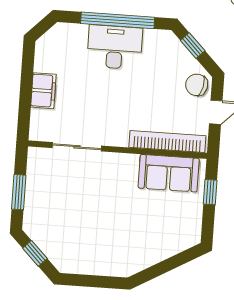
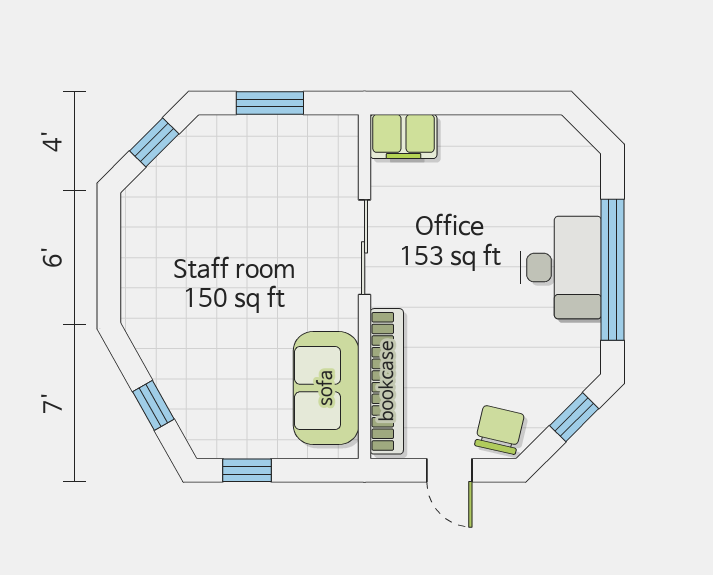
filing cabinet: (43, 91) -> (404, 136), moved
sliding door: (77, 147) -> (365, 247), moved
window: (210, 192) -> (247, 470), moved
window: (171, 263) -> (153, 405), added

